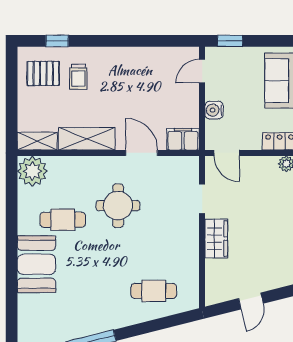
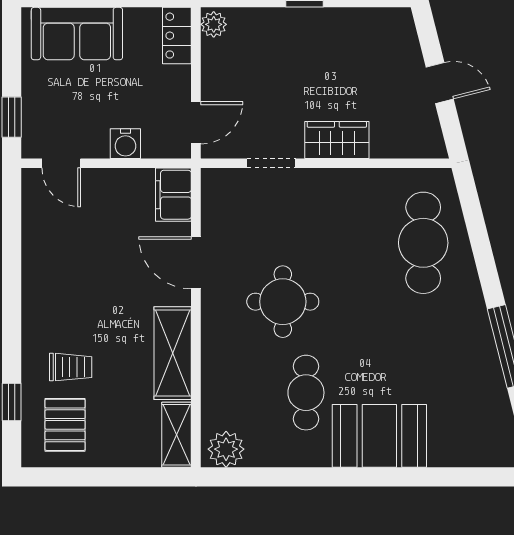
door: (142, 153) -> (196, 263), hinge flipped
plant: (32, 171) -> (226, 449), width x0.73, depth x0.73
cafe table: (154, 291) -> (423, 243), width x1.37, depth x1.35

